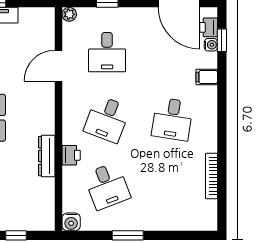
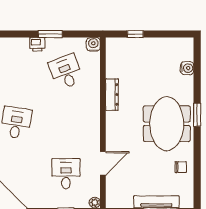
desk: (107, 119) -> (66, 123), removed
printer: (71, 155) -> (37, 44), moved, turned -90

